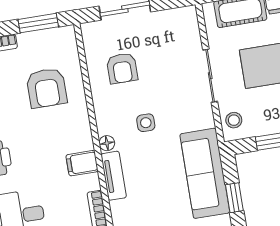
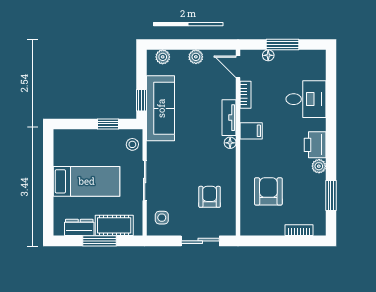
window: (38, 23) -> (267, 241), removed
side table: (146, 123) -> (162, 218), moved
window: (234, 198) -> (142, 100), moved

